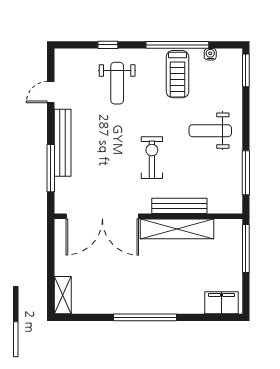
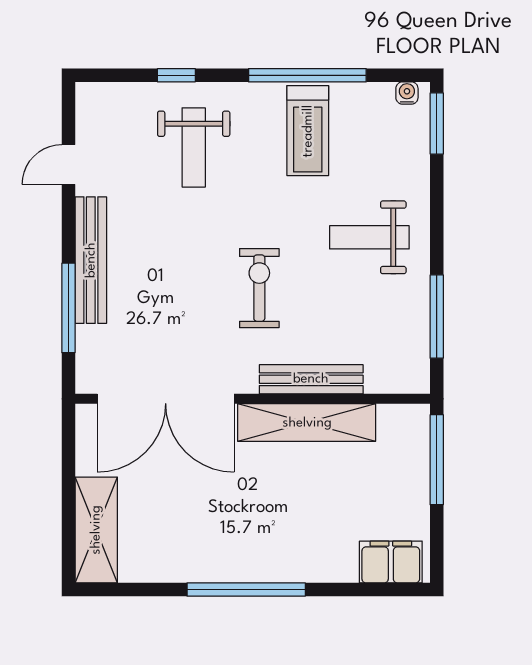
water cooler: (210, 54) -> (407, 93), moved
shelving: (63, 295) -> (96, 530), width x1.50, depth x1.33

